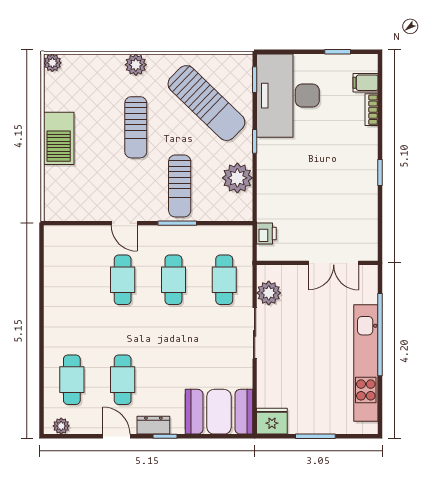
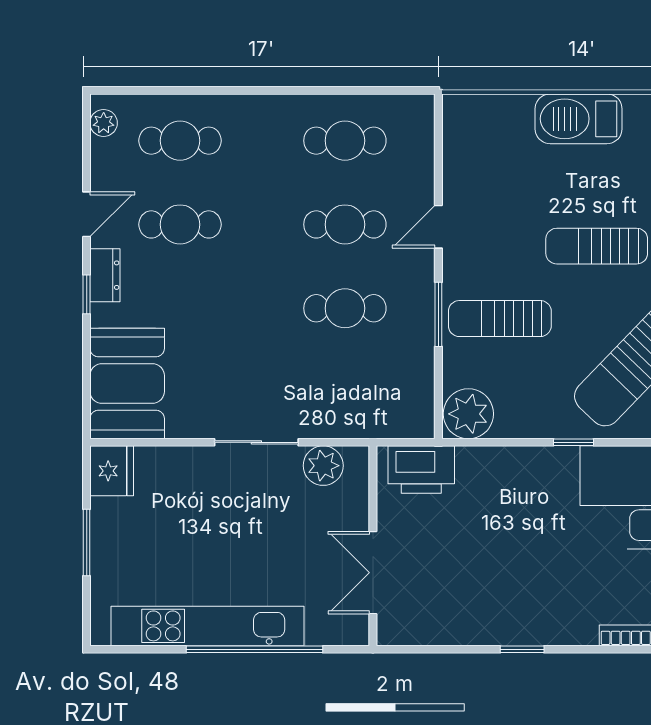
plant: (237, 178) -> (468, 414), moved
printer: (266, 233) -> (421, 470), width x1.87, depth x1.48
cafe table: (224, 280) -> (345, 141), moved

